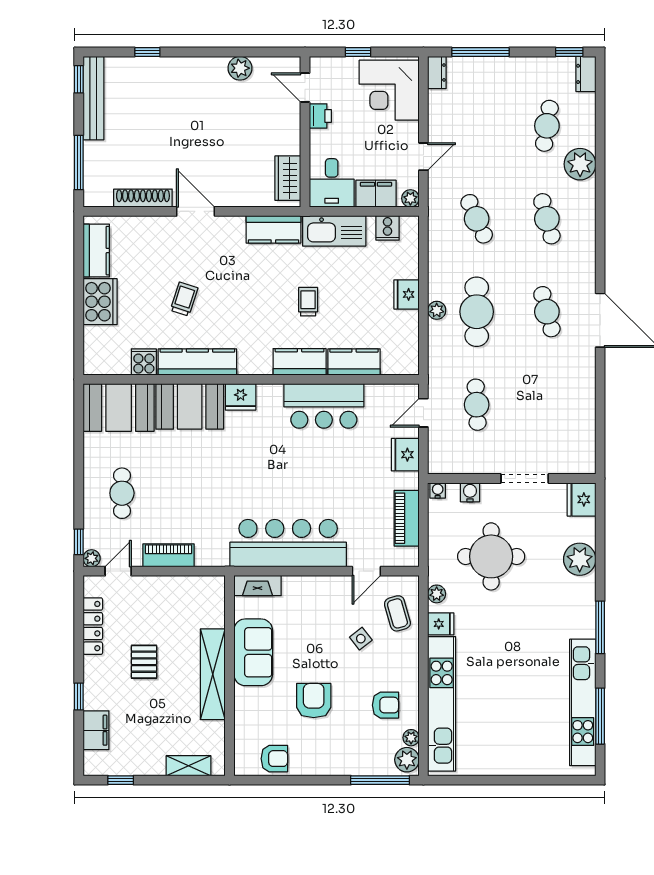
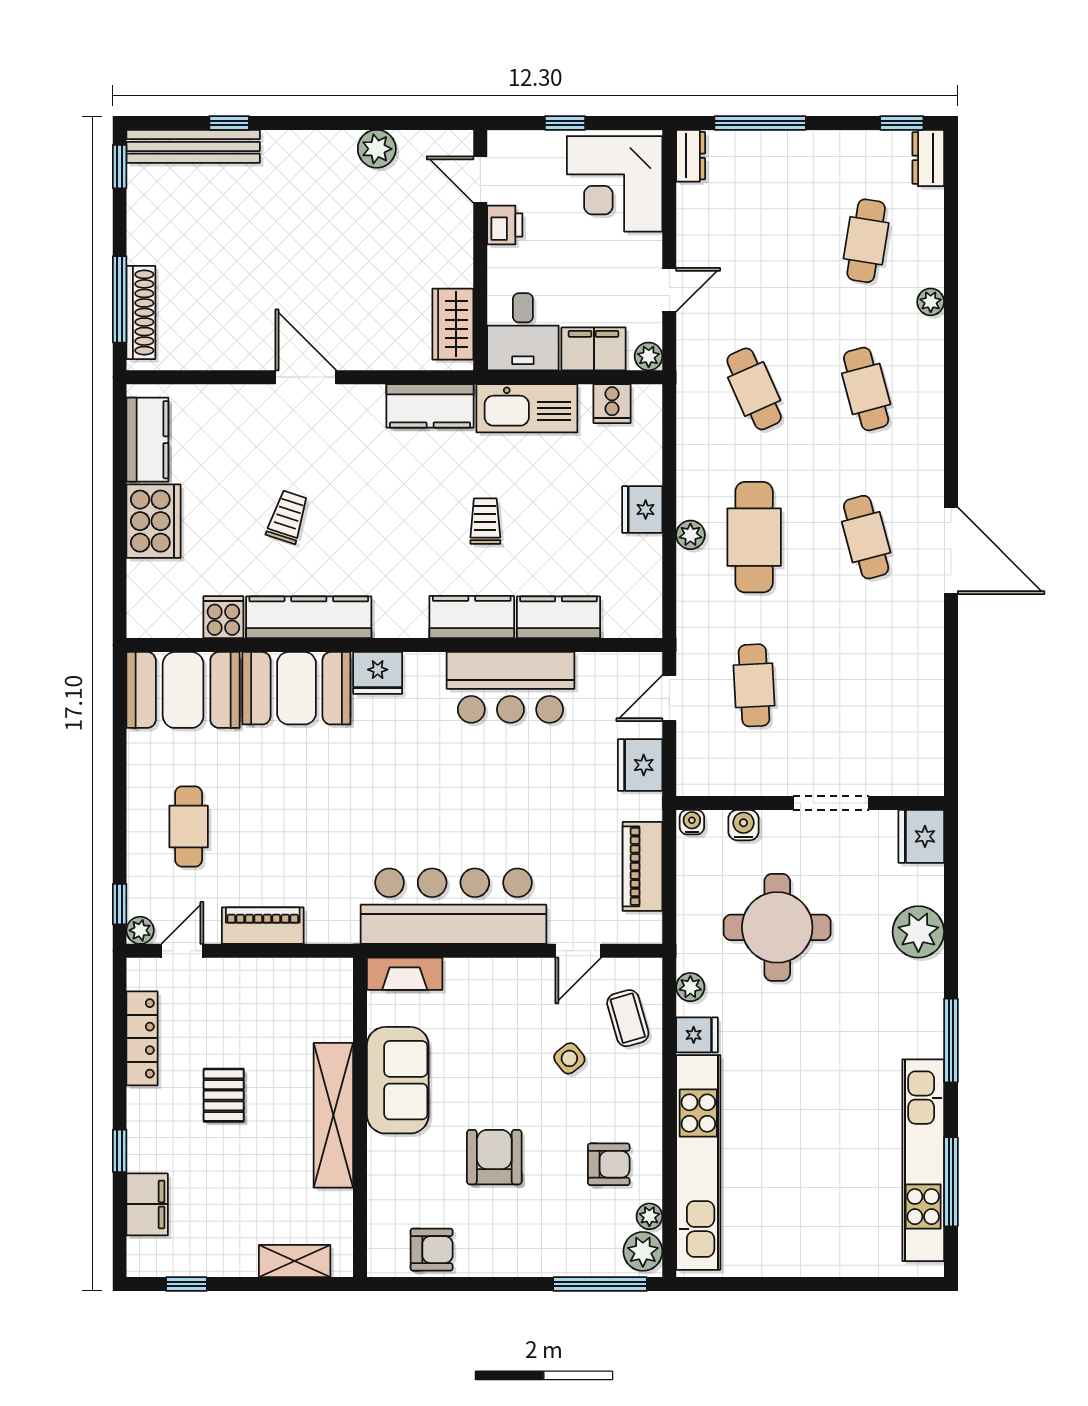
bench: (93, 98) -> (193, 146), moved, turned 90
plant: (580, 164) -> (931, 302), width x0.53, depth x0.53
shoe rack: (143, 198) -> (141, 312), moved, turned 90

